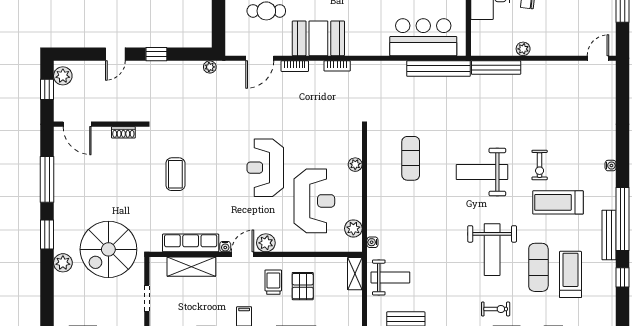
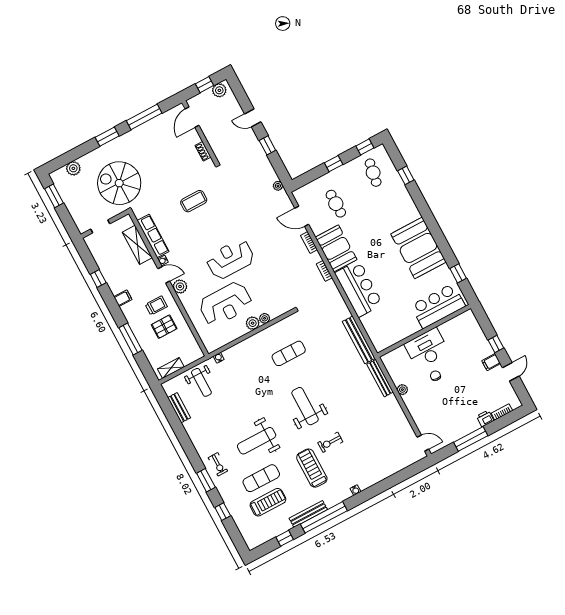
bar counter: (423, 37) -> (359, 289), moved
plant: (353, 228) -> (253, 323), moved
plant: (63, 263) -> (73, 168), moved
shelving: (355, 274) -> (171, 368), moved

